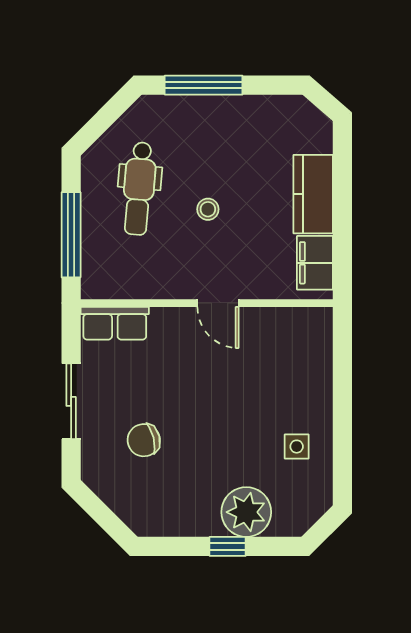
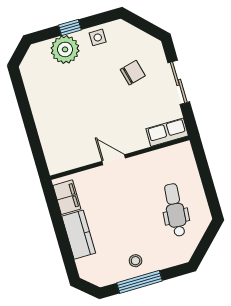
window: (204, 85) -> (139, 282), moved
stool: (208, 209) -> (136, 261), moved
window: (71, 235) -> (205, 174), removed
side table: (297, 447) -> (98, 37), moved

